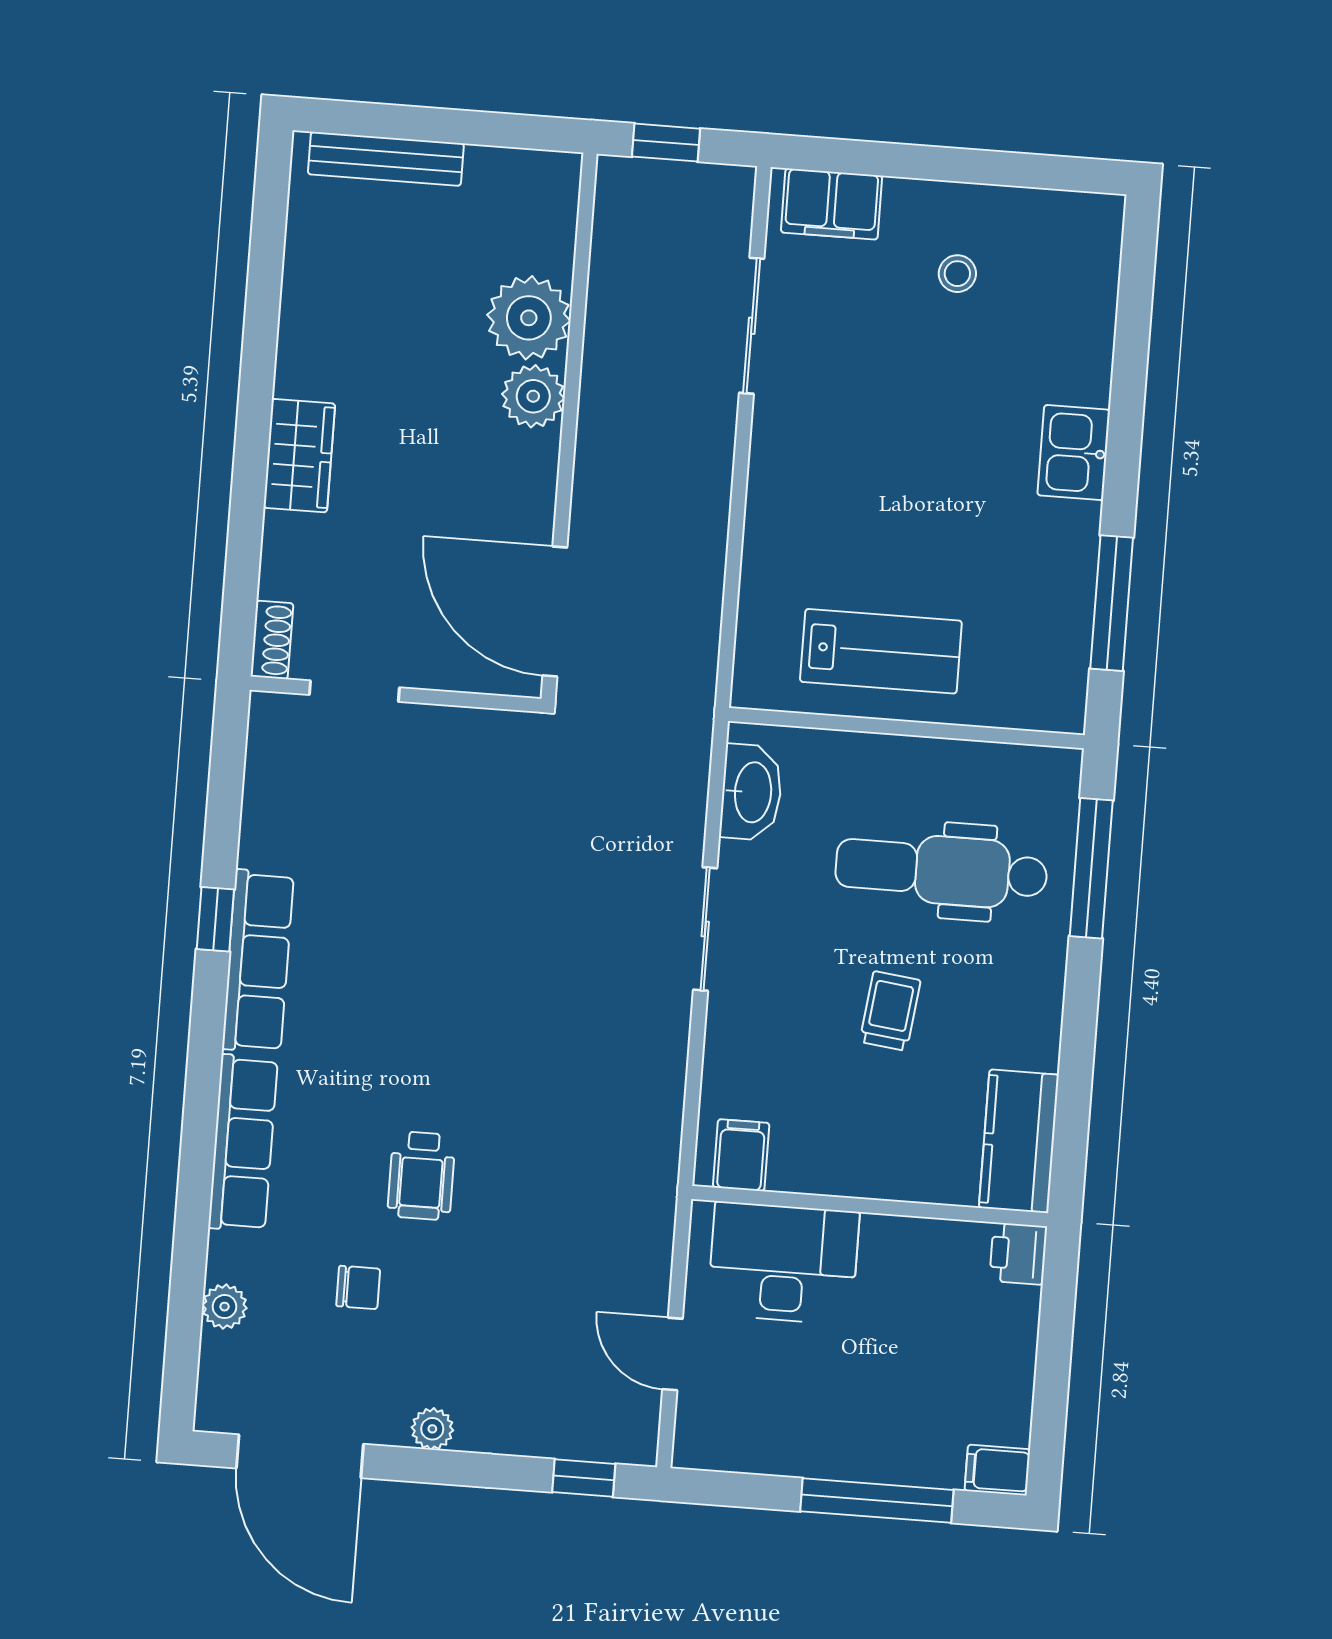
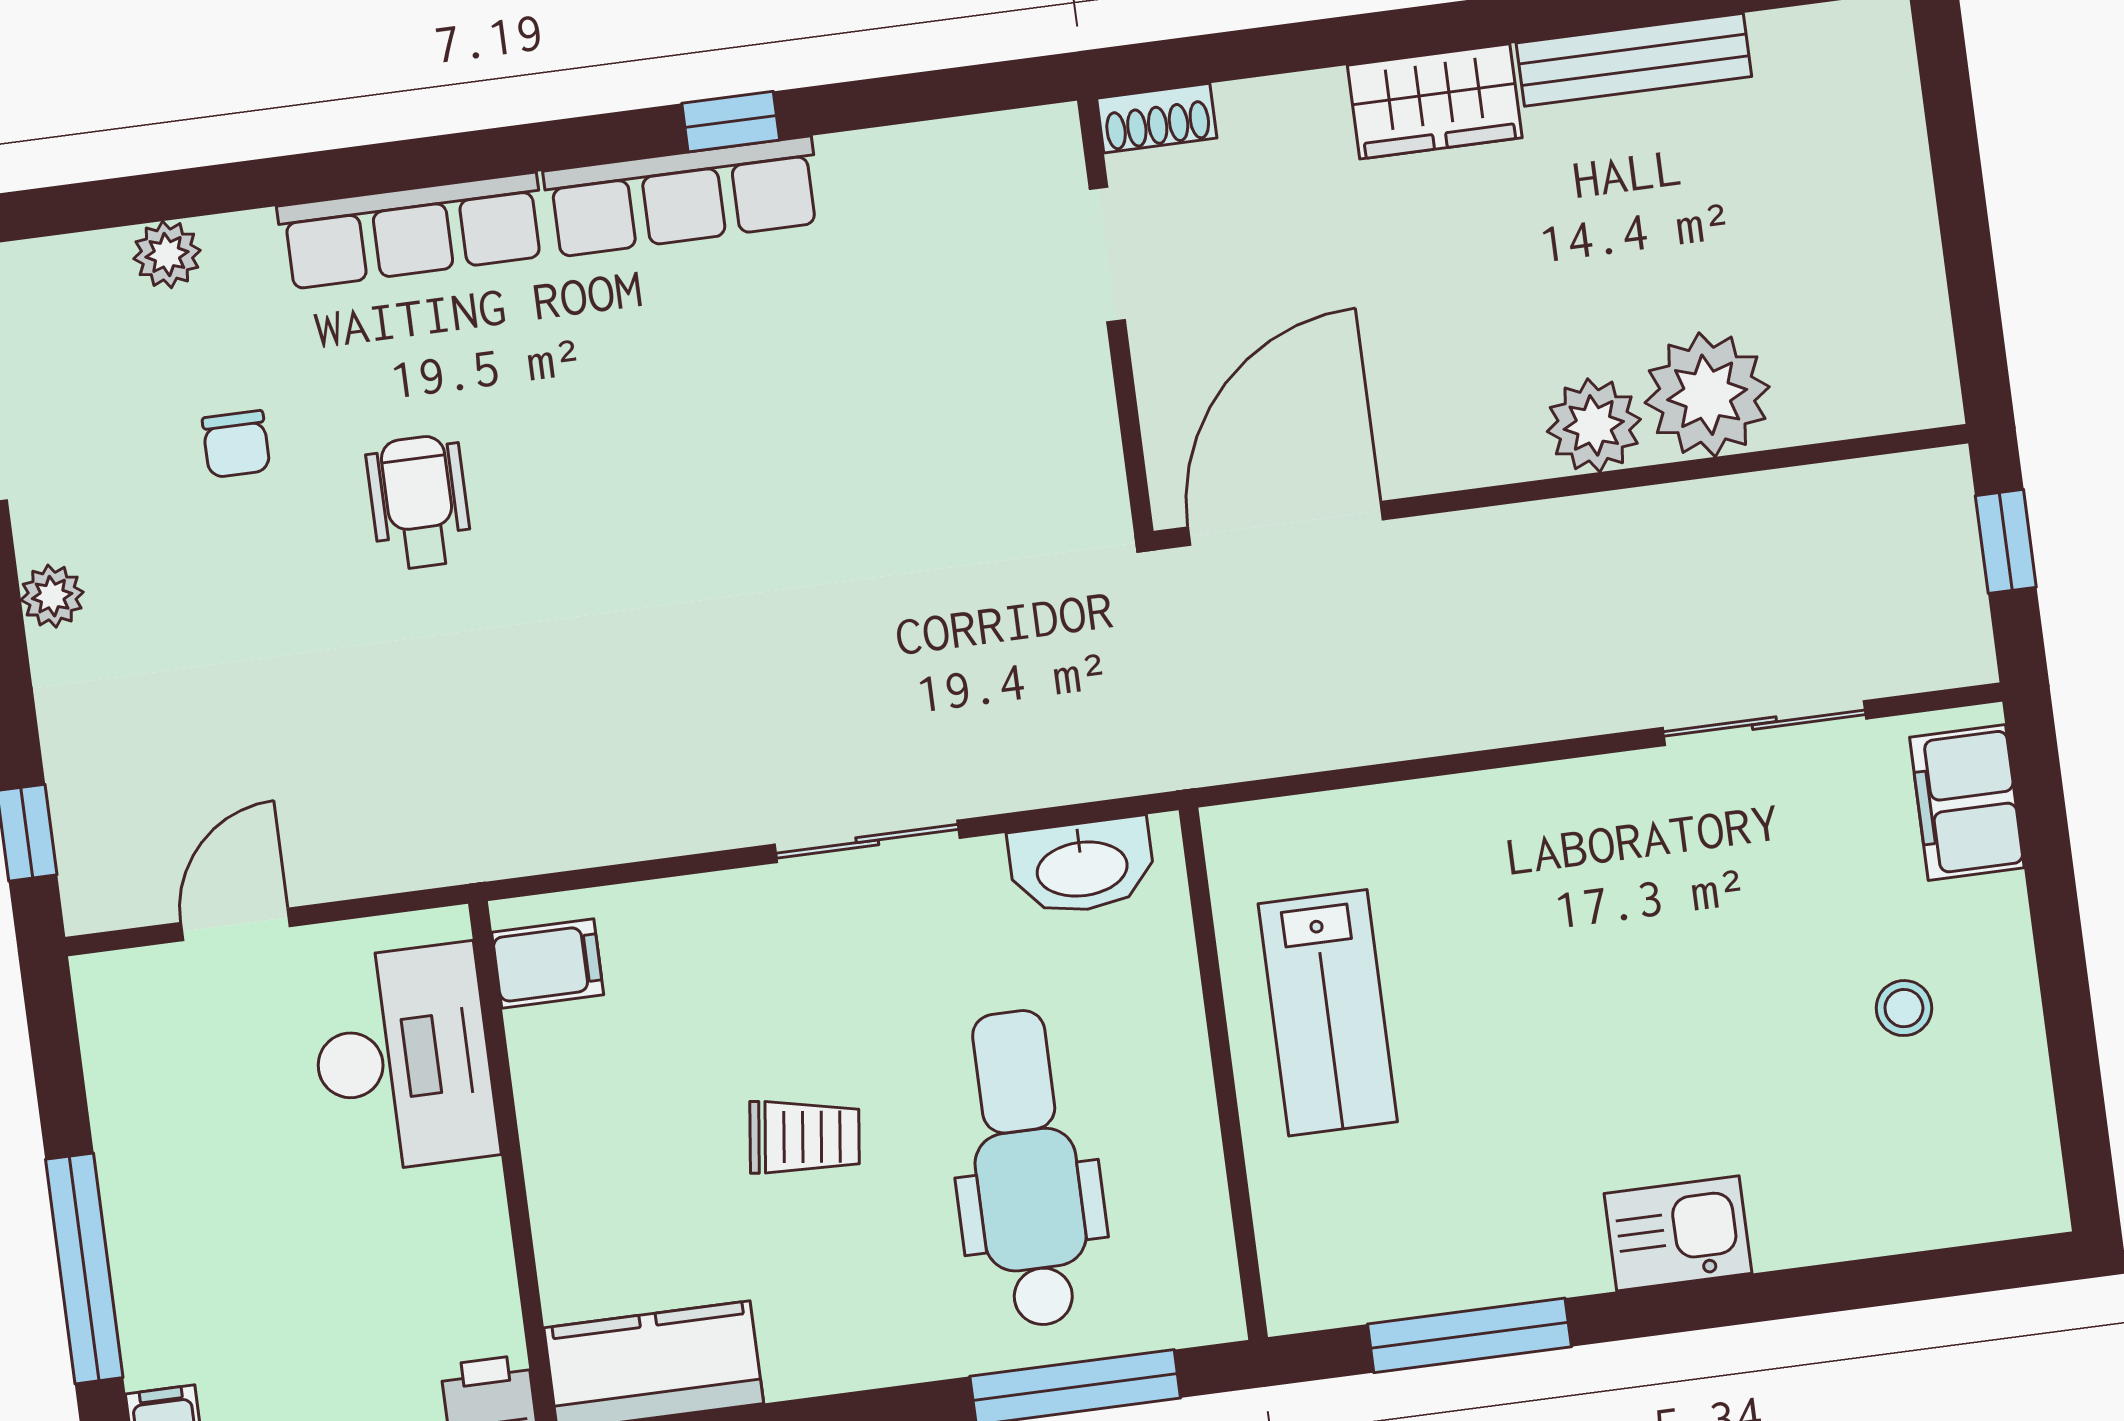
bench: (386, 159) -> (1634, 60), moved, turned 90
wheelchair: (421, 1176) -> (419, 502), turned 90

